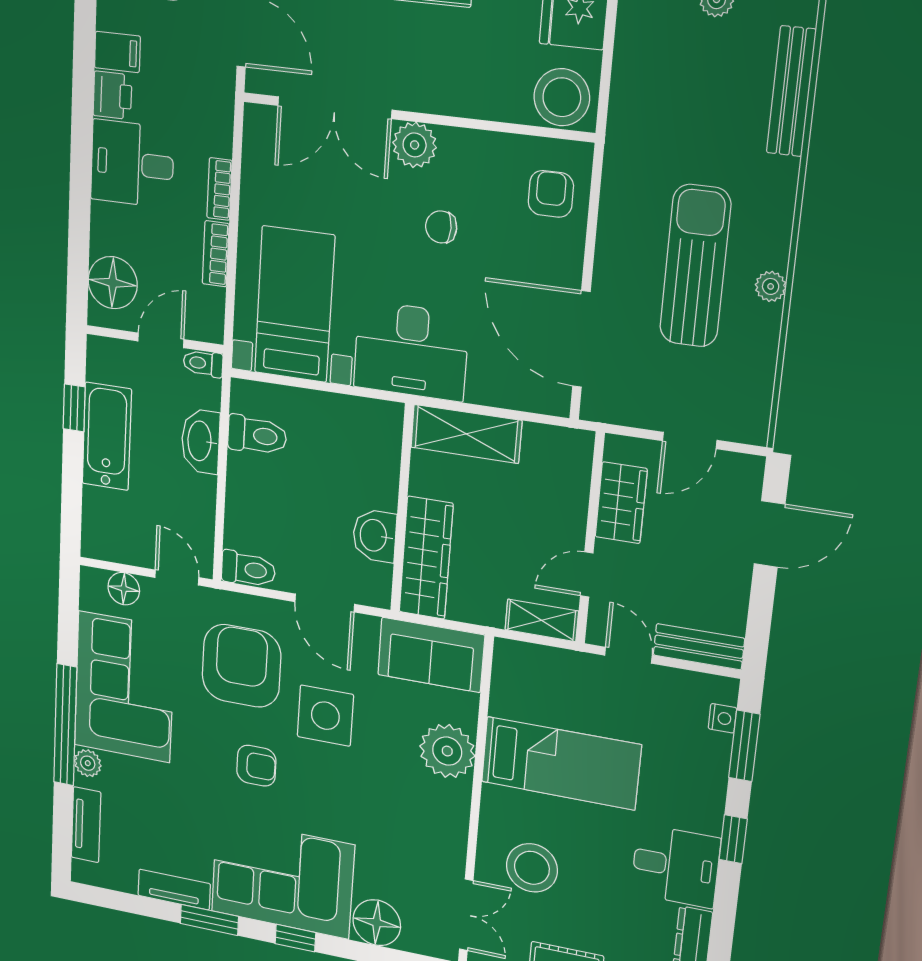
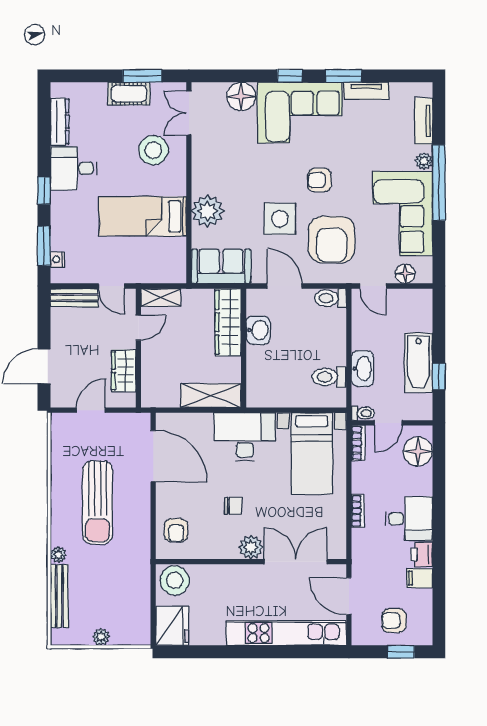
bookcase: (216, 254) -> (358, 443), moved
plant: (771, 286) -> (58, 555), moved

